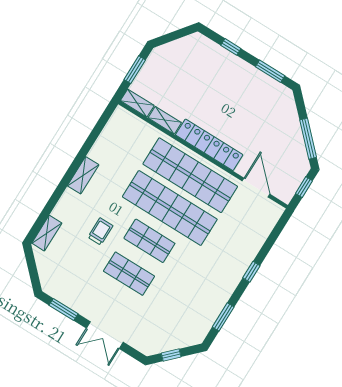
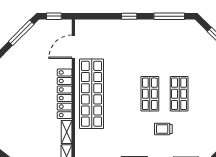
shop shelf: (170, 208) -> (121, 94), removed
window: (223, 317) -> (169, 16), width x1.44

